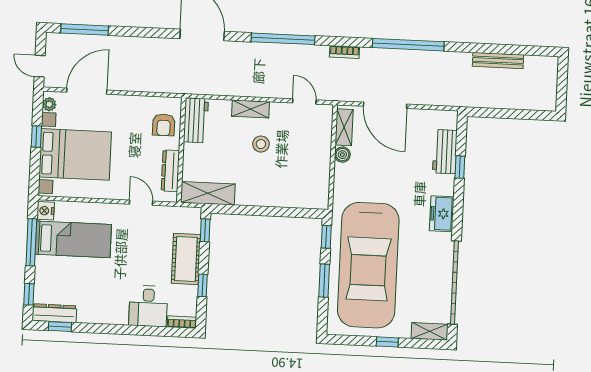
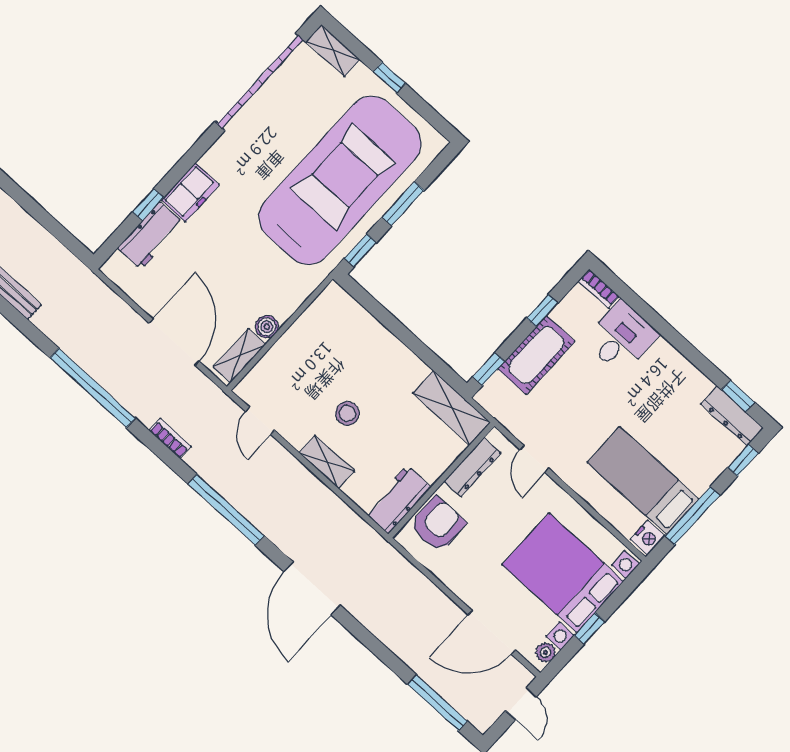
armchair: (164, 125) -> (438, 524), width x1.38, depth x1.38
freezer: (442, 214) -> (190, 192), moved

